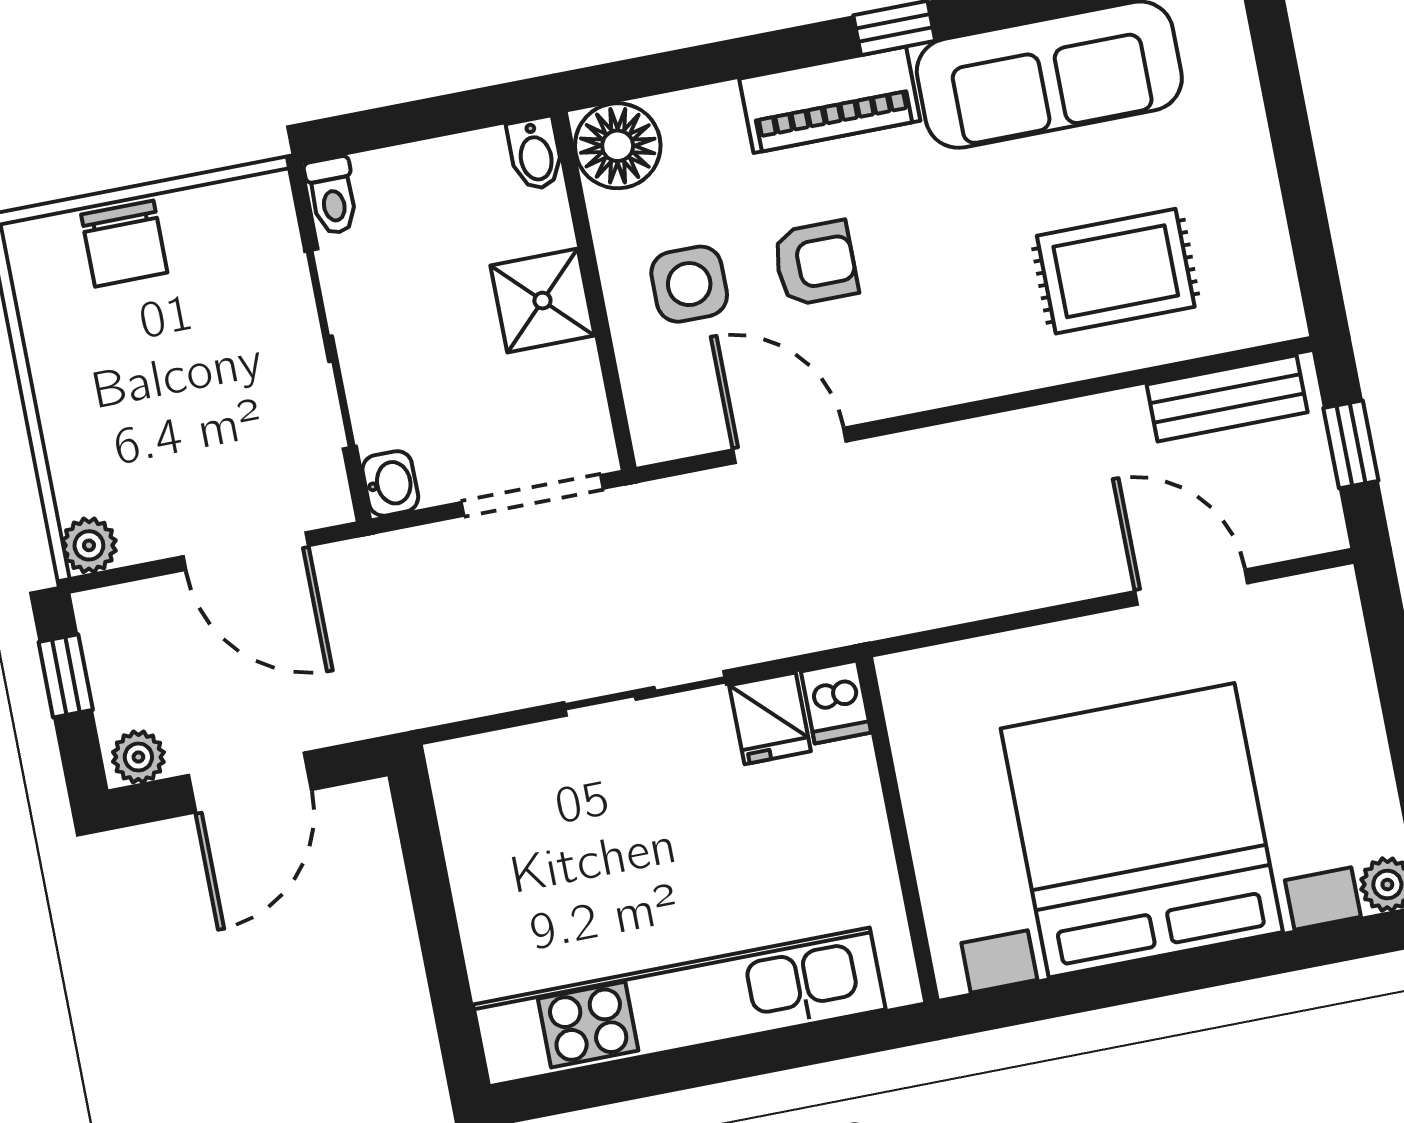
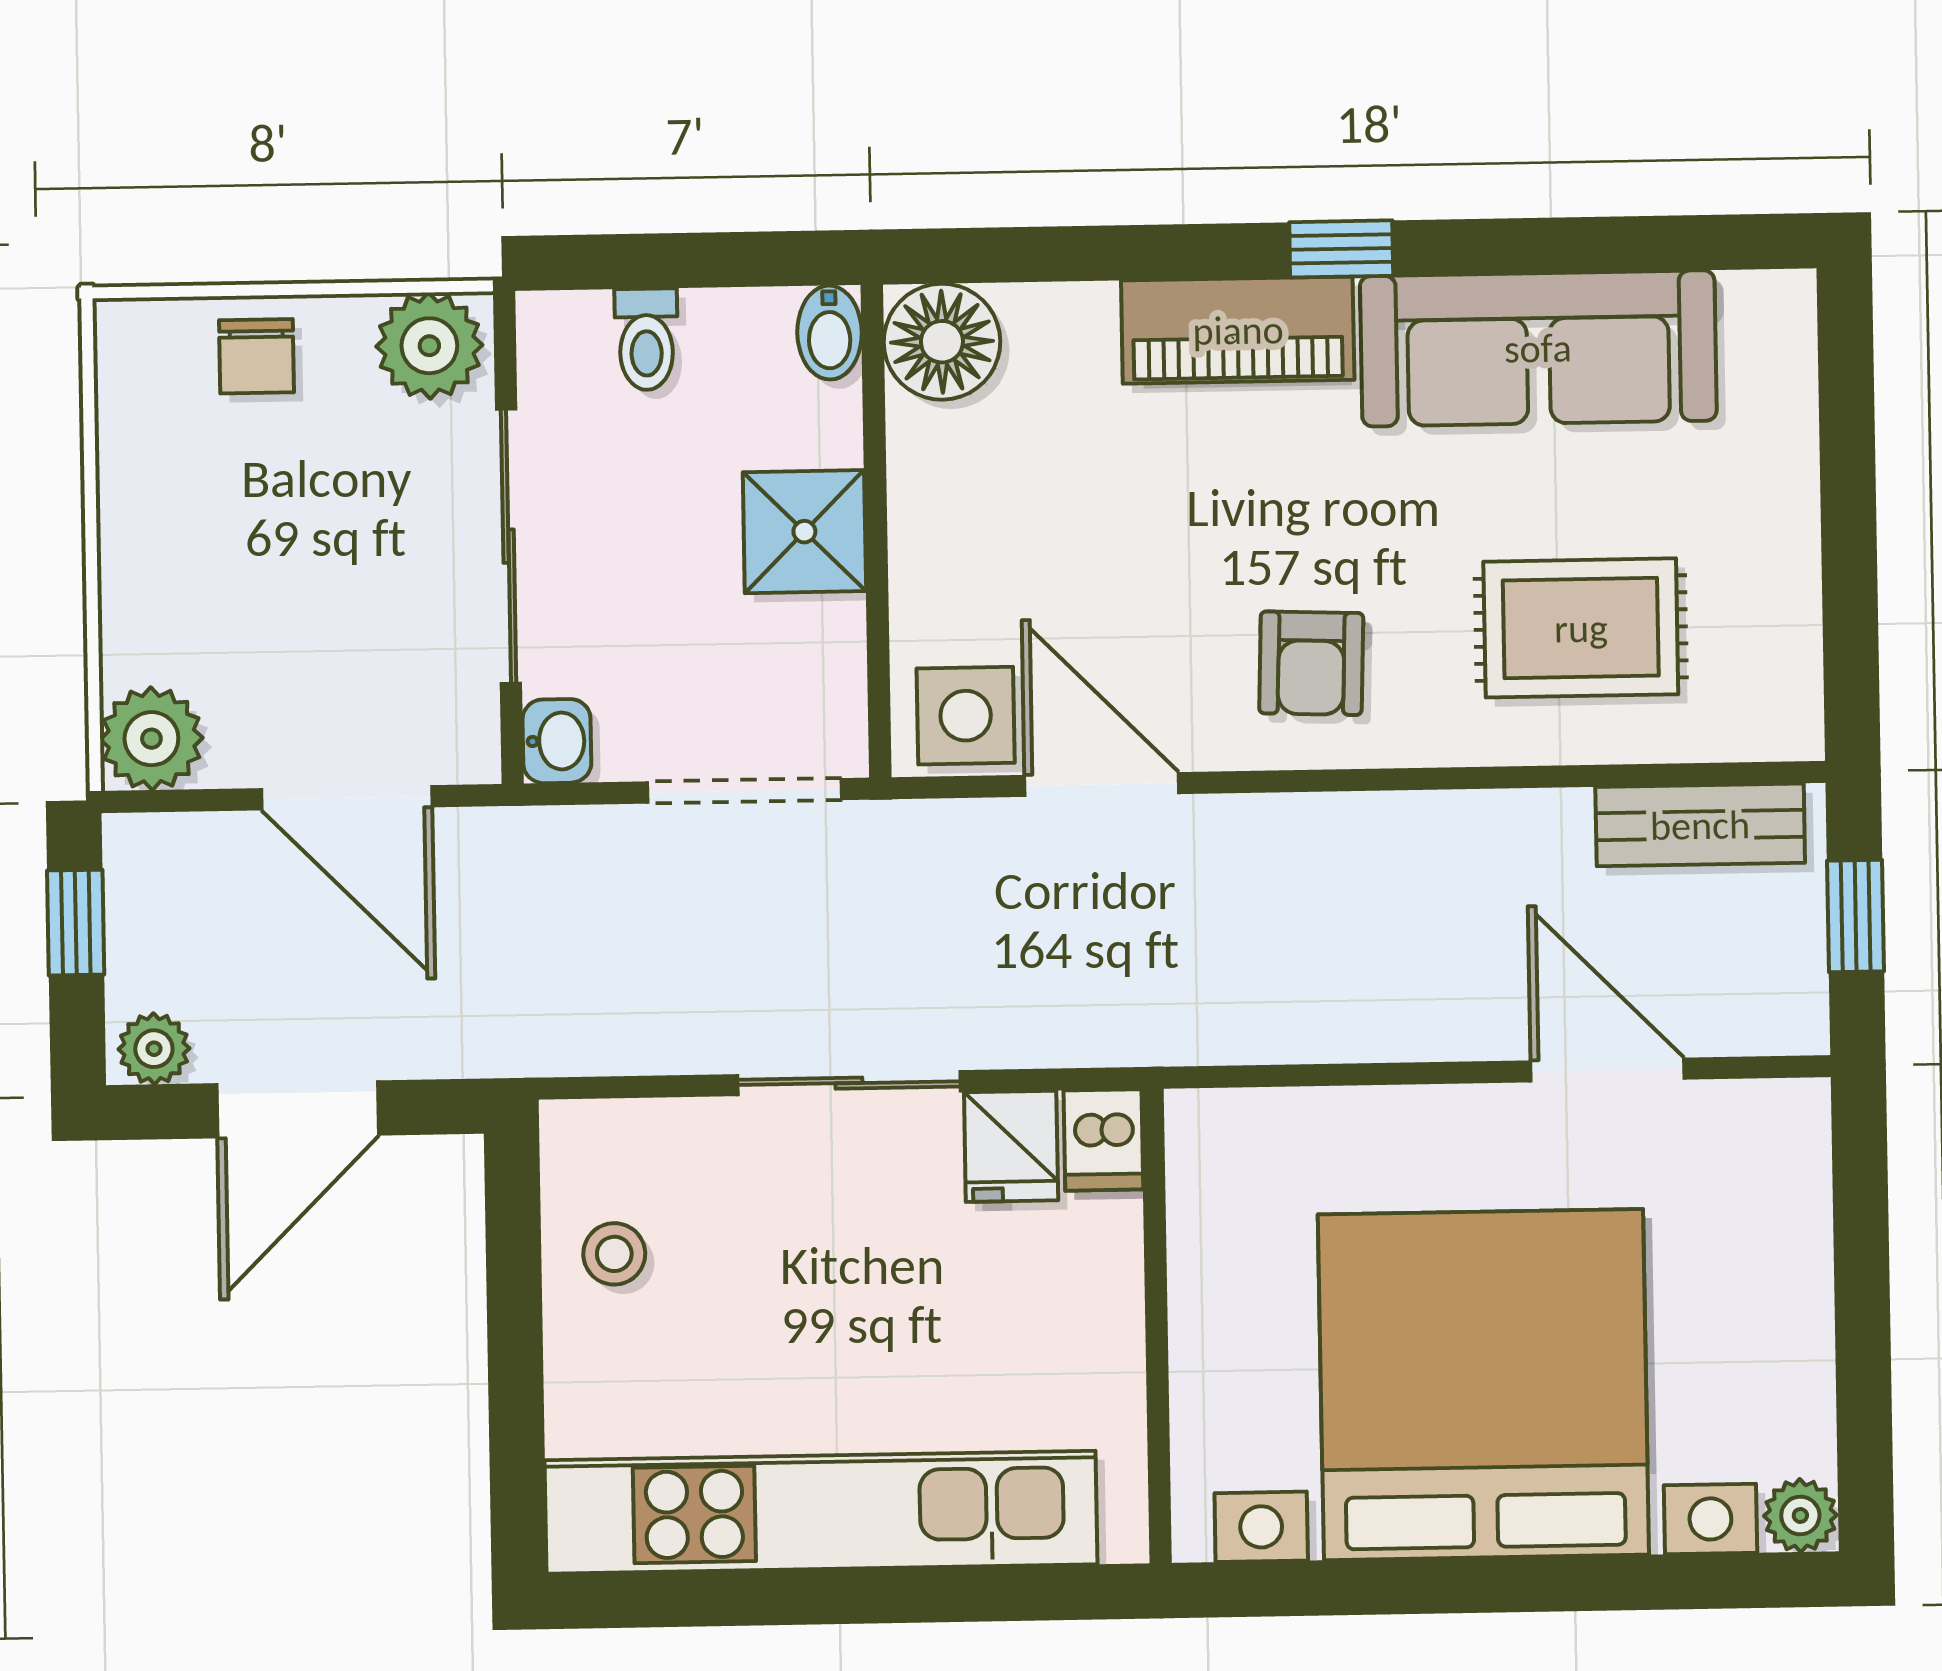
toilet: (332, 196) -> (646, 339), moved
plant: (248, 214) -> (429, 346), added
chair: (124, 244) -> (256, 356), width x0.73, depth x0.73
armchair: (815, 263) -> (1311, 663), moved, turned 92
side table: (689, 284) -> (966, 716), moved
plant: (89, 545) -> (151, 739), width x1.38, depth x1.38
stool: (497, 847) -> (614, 1254), added

